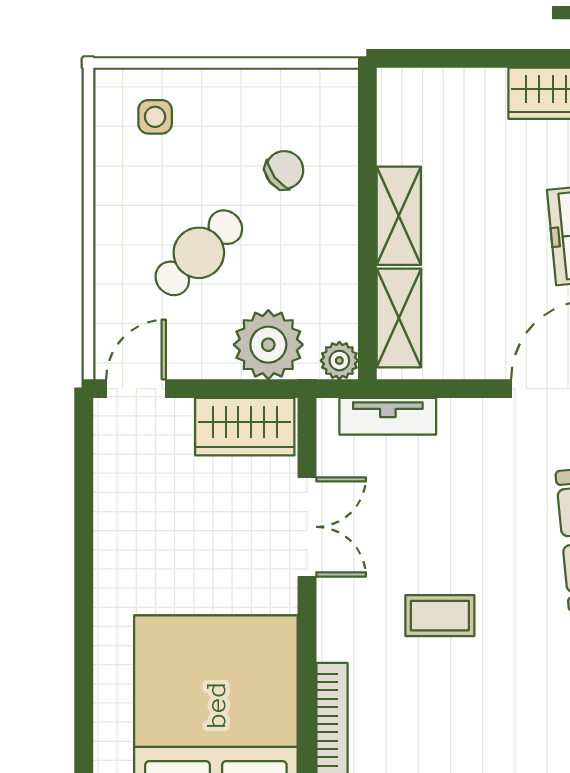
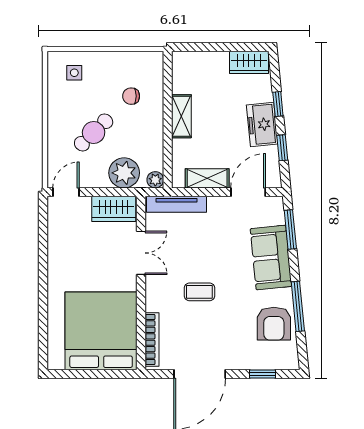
chair: (284, 170) -> (131, 96), turned -143
shelving: (399, 318) -> (207, 178), moved, turned 90
tv unit: (388, 416) -> (177, 204), width x1.41

